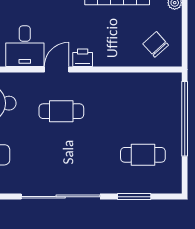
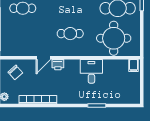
door: (57, 69) -> (43, 58), moved

